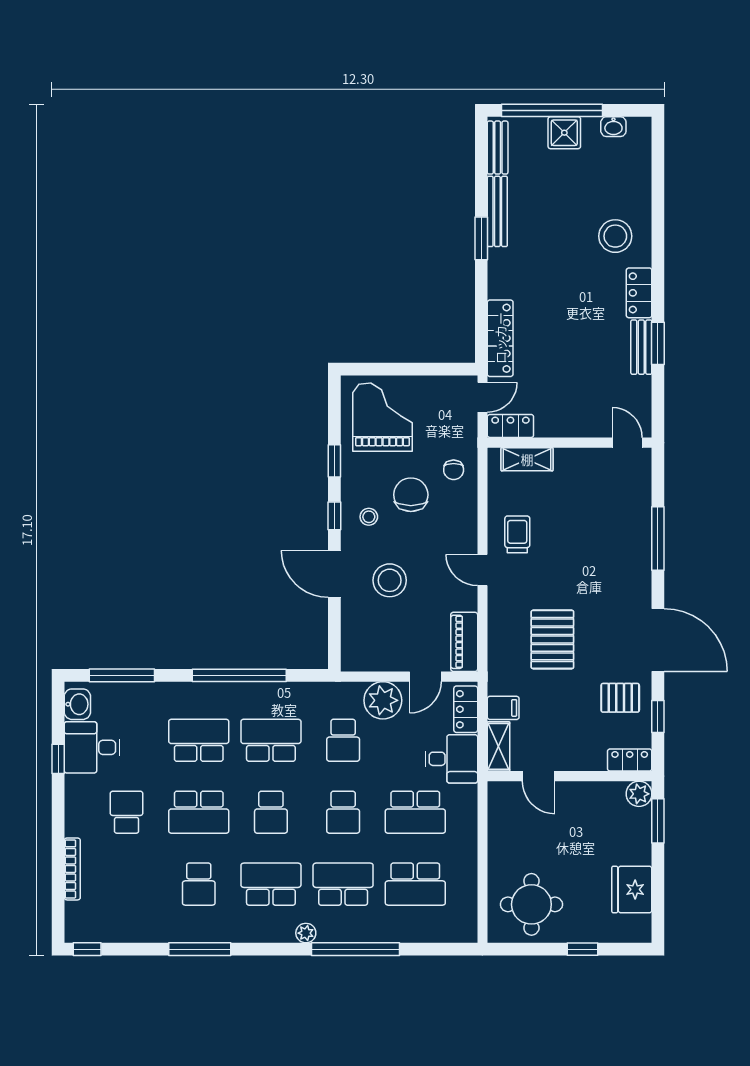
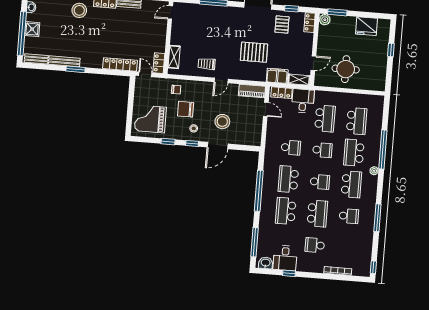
plant: (383, 700) -> (275, 129), removed
filing cabinet: (503, 708) -> (277, 76), width x2.00
school desk: (271, 884) -> (351, 184), turned 180
round table: (531, 904) -> (346, 69), moved

